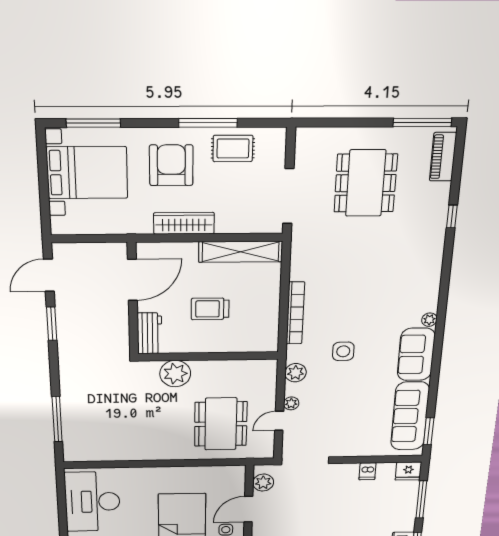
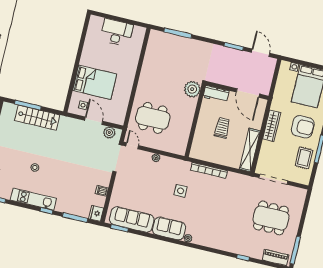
plant: (296, 373) -> (174, 164), removed
plant: (175, 374) -> (192, 89), moved
door: (279, 421) -> (132, 146), moved
desk: (92, 502) -> (117, 32), width x0.73, depth x0.77

